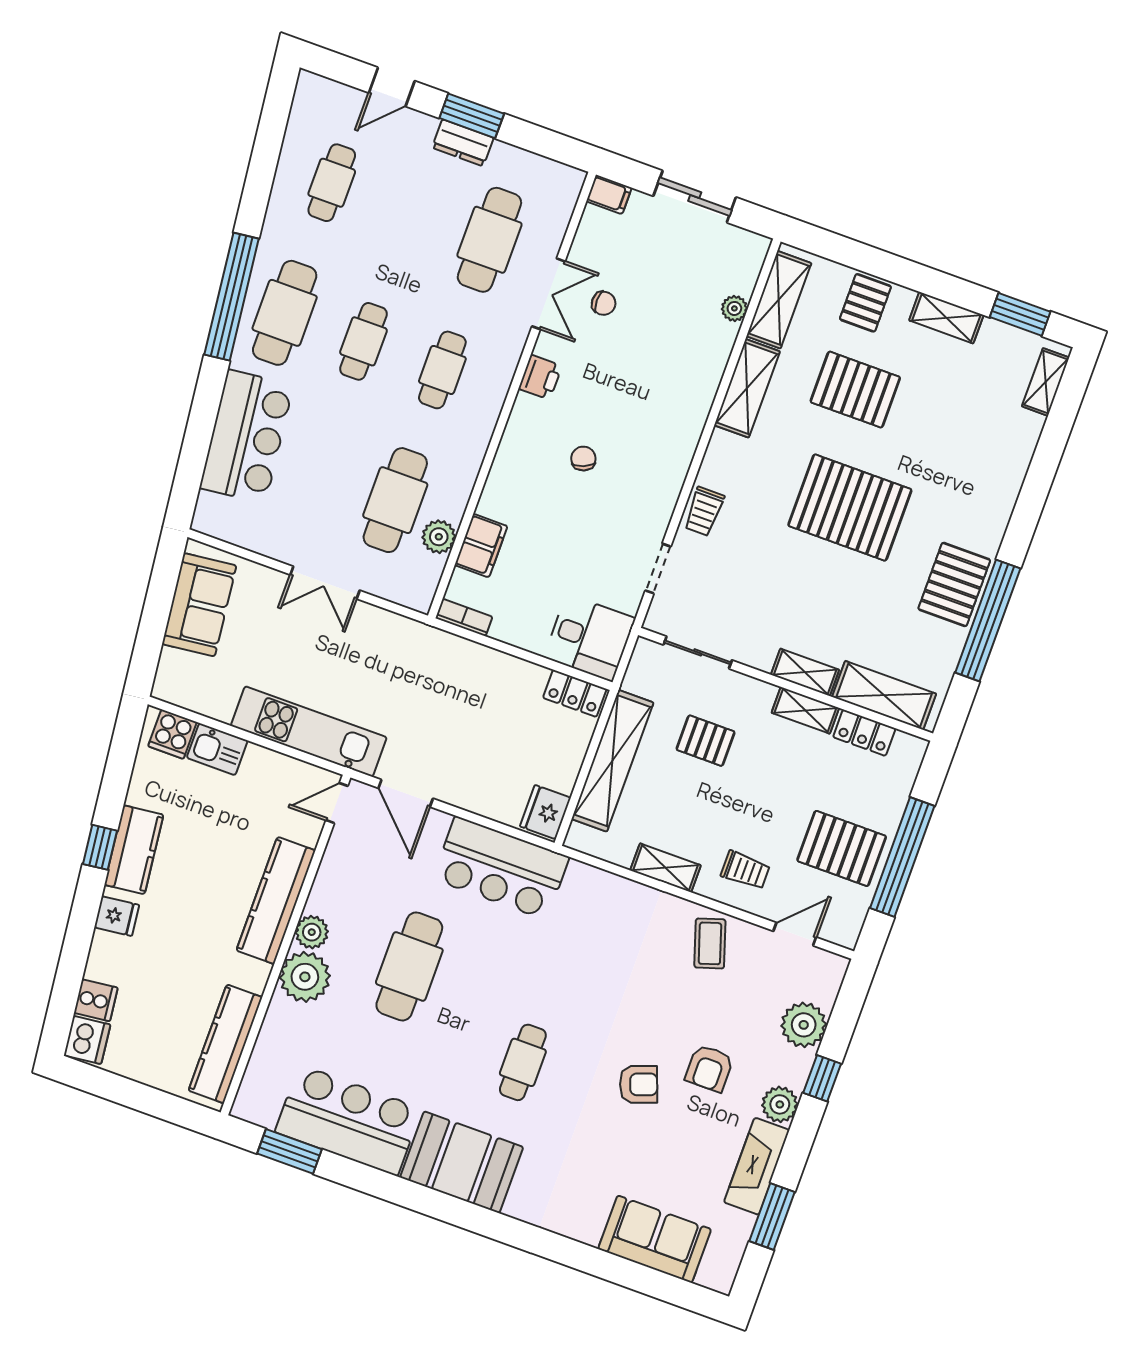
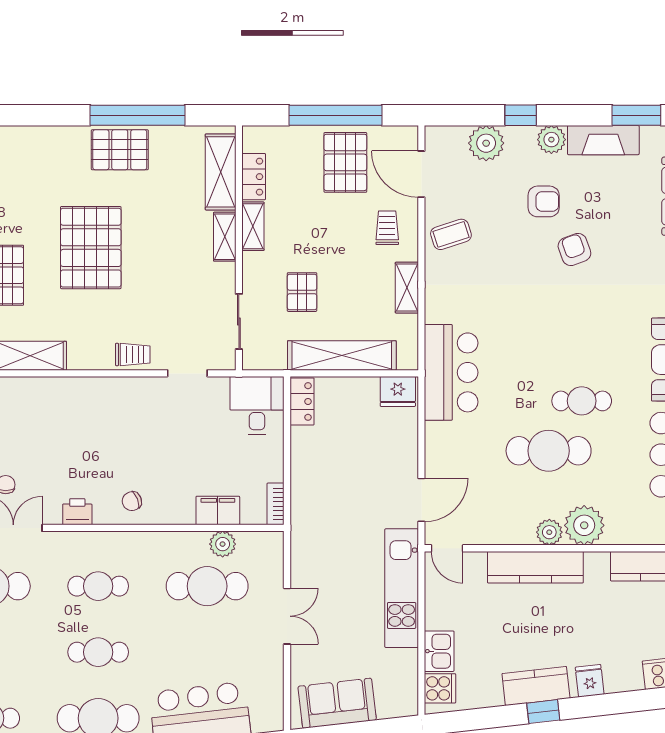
chair: (583, 459) -> (132, 501), moved
bar counter: (501, 868) -> (451, 372), moved
door: (795, 934) -> (421, 174), width x1.38
cafe table: (523, 1062) -> (582, 401), moved

